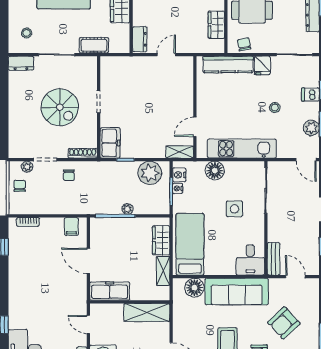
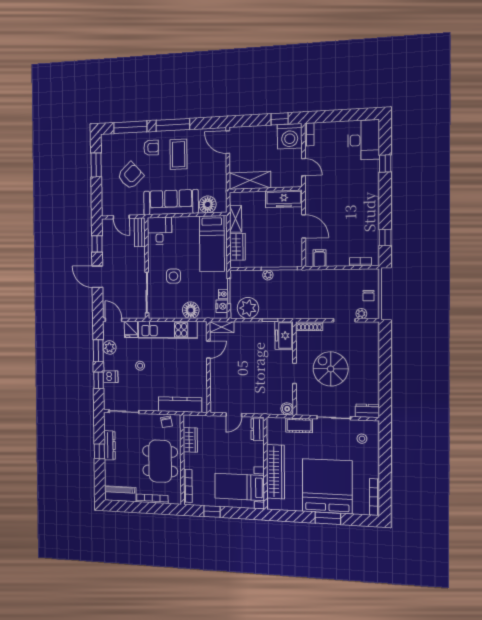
boiler: (107, 63) -> (287, 409), added
fridge: (262, 65) -> (131, 329), moved, turned 180
chair: (69, 175) -> (322, 306), removed

